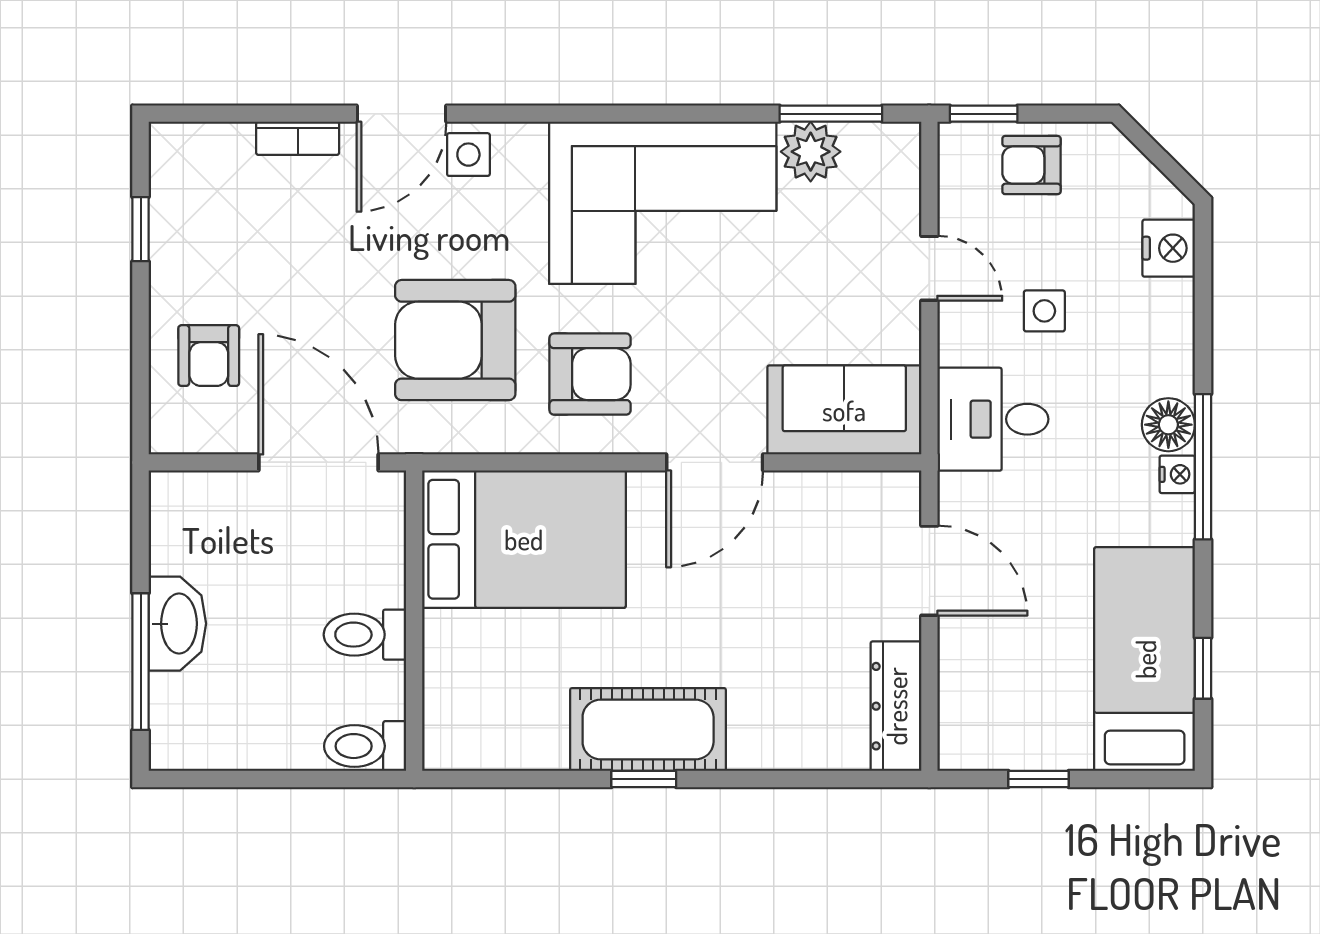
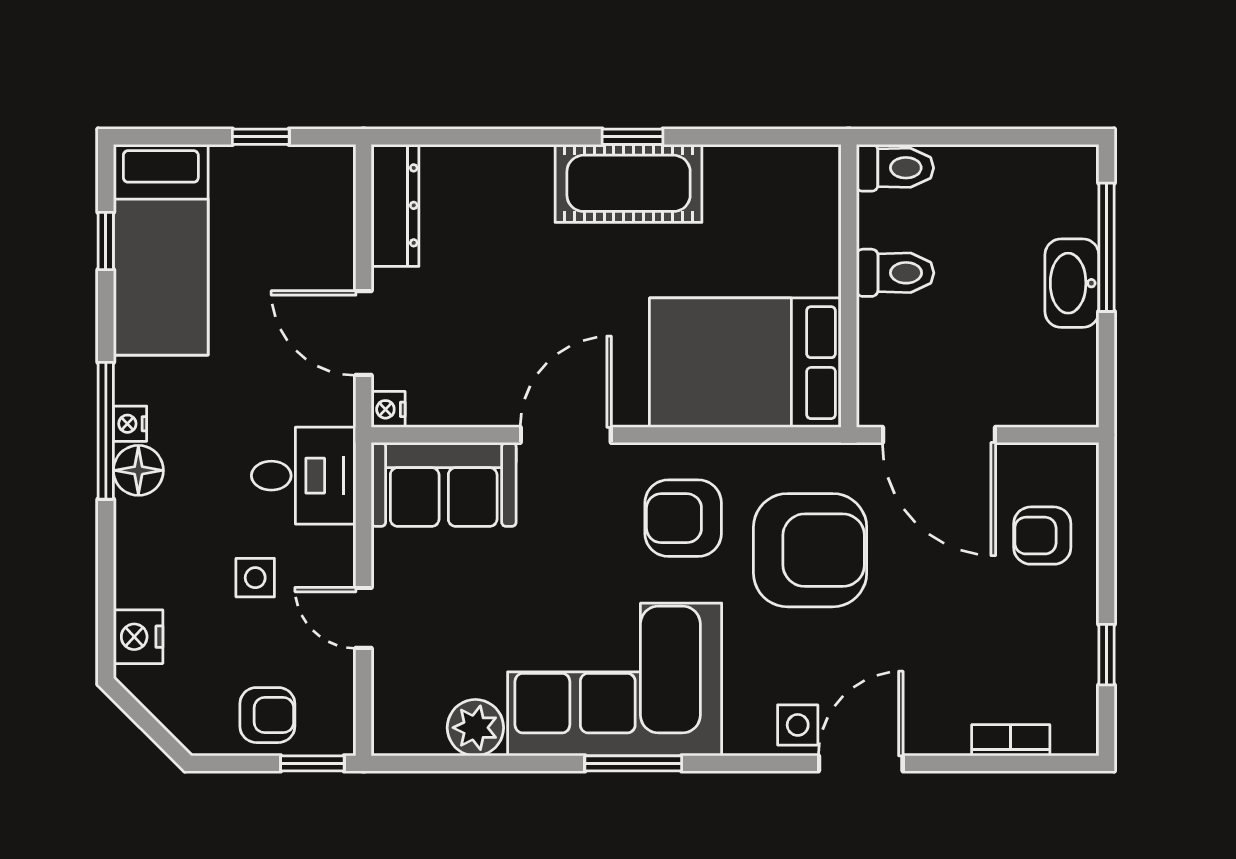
window: (831, 114) -> (633, 763), moved
bookcase: (298, 138) -> (1011, 740), moved
armchair: (209, 356) -> (1042, 536), turned -90
nightstand: (903, 490) -> (388, 409), added

